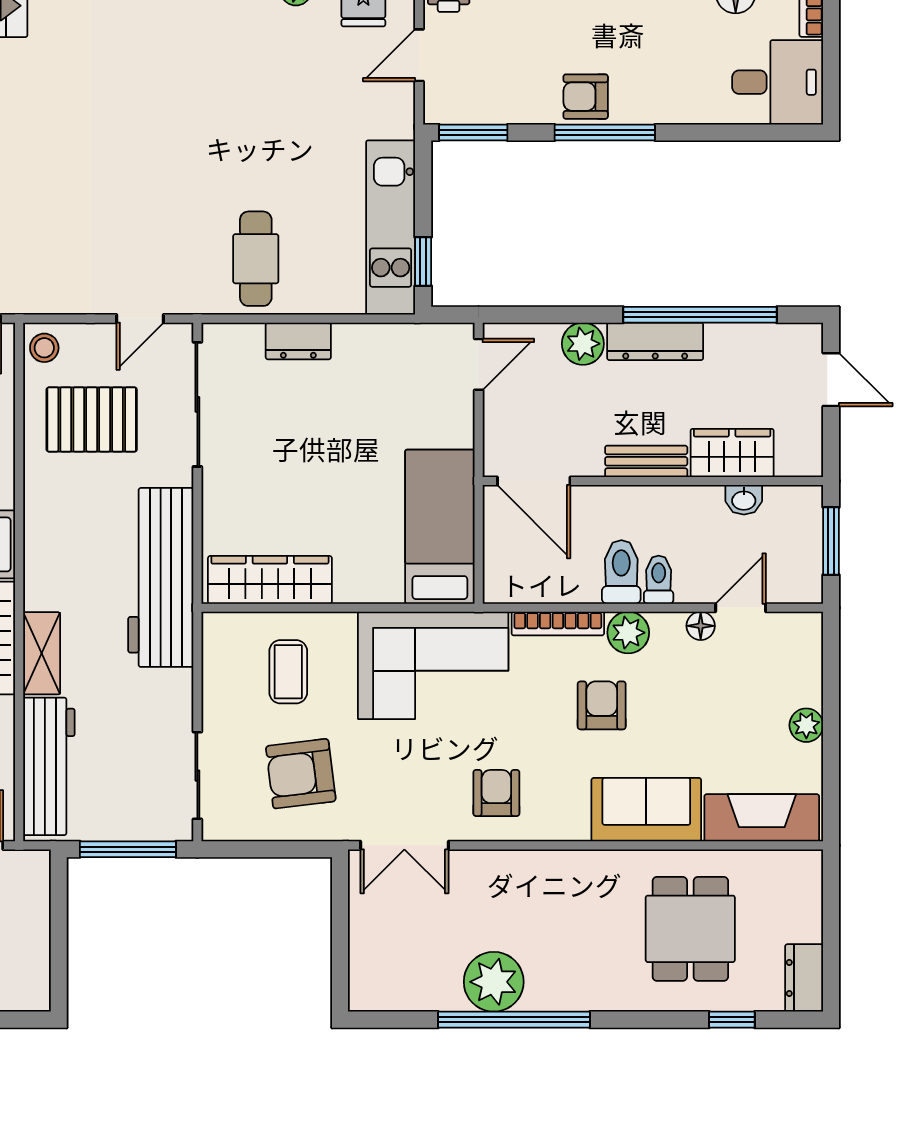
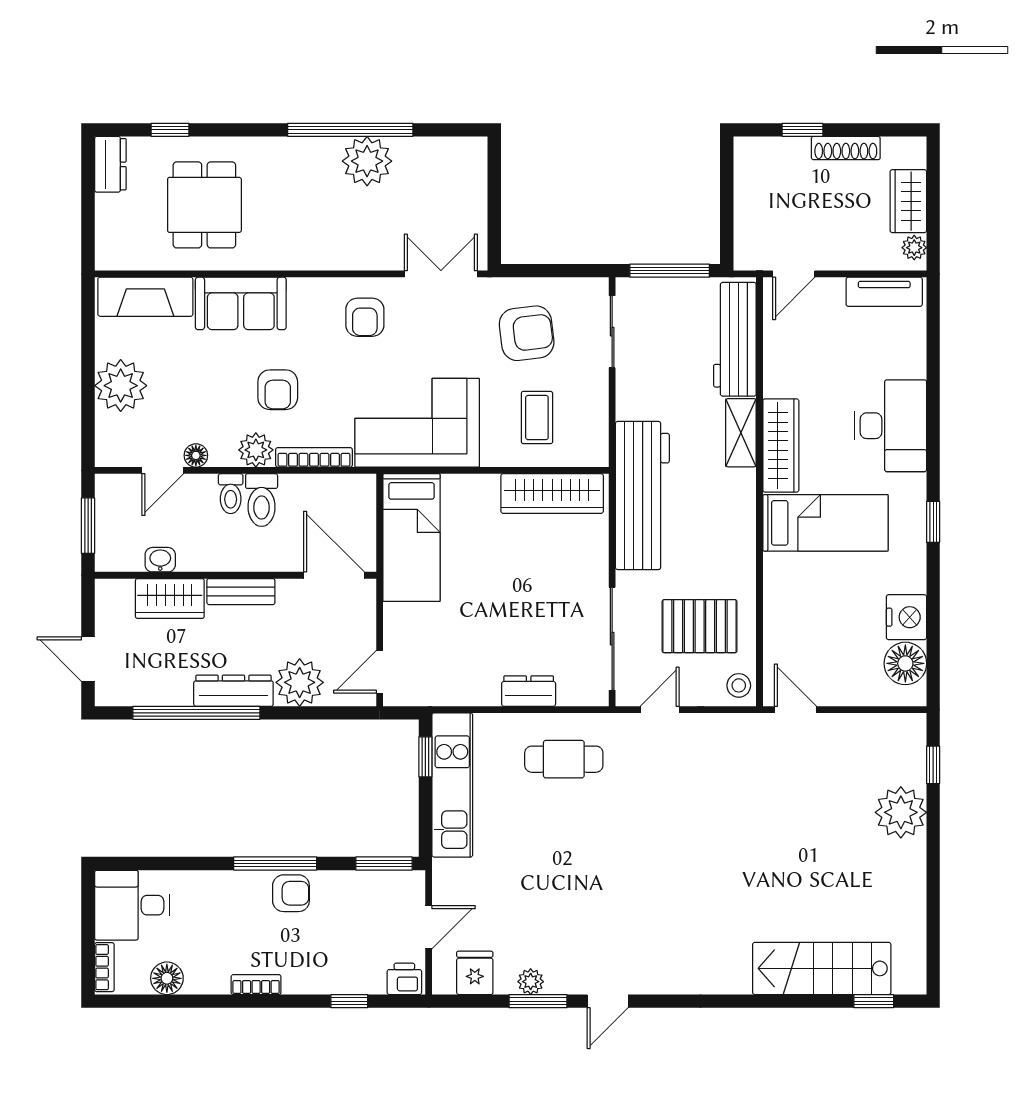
cafe table: (256, 259) -> (564, 759), turned 90
plant: (583, 344) -> (300, 682), width x1.36, depth x1.36
plant: (806, 725) -> (121, 386), width x1.87, depth x1.87

